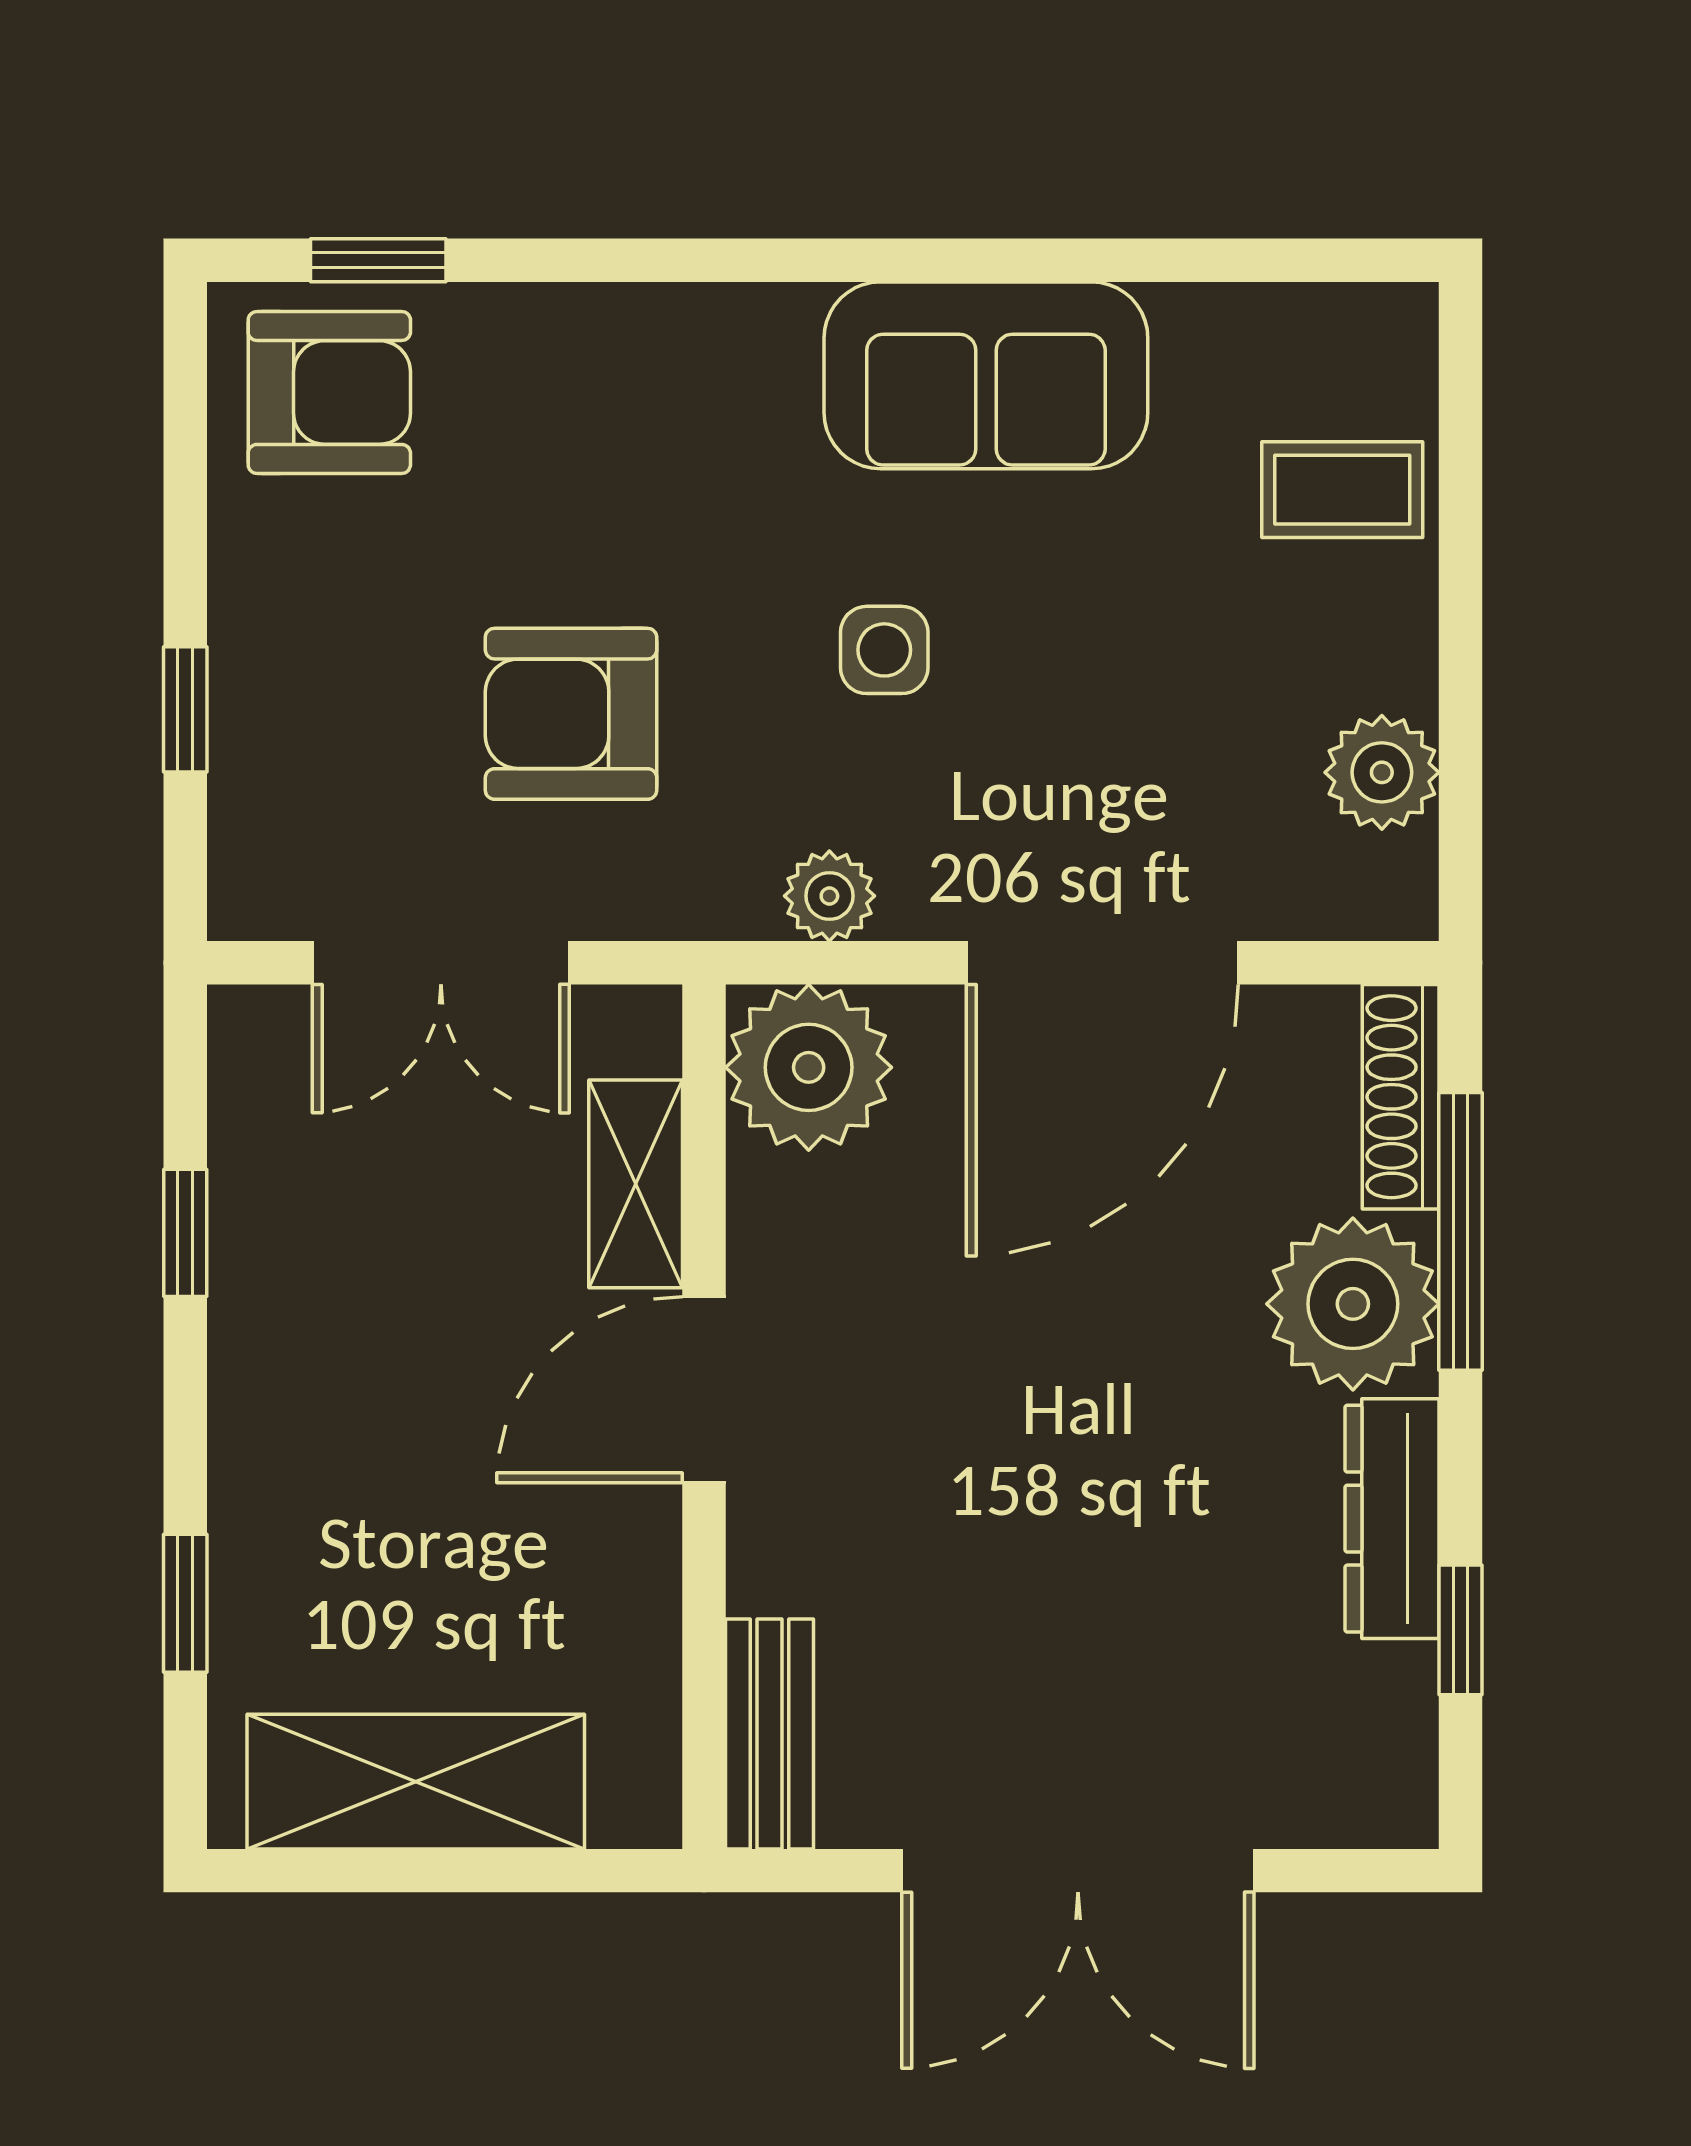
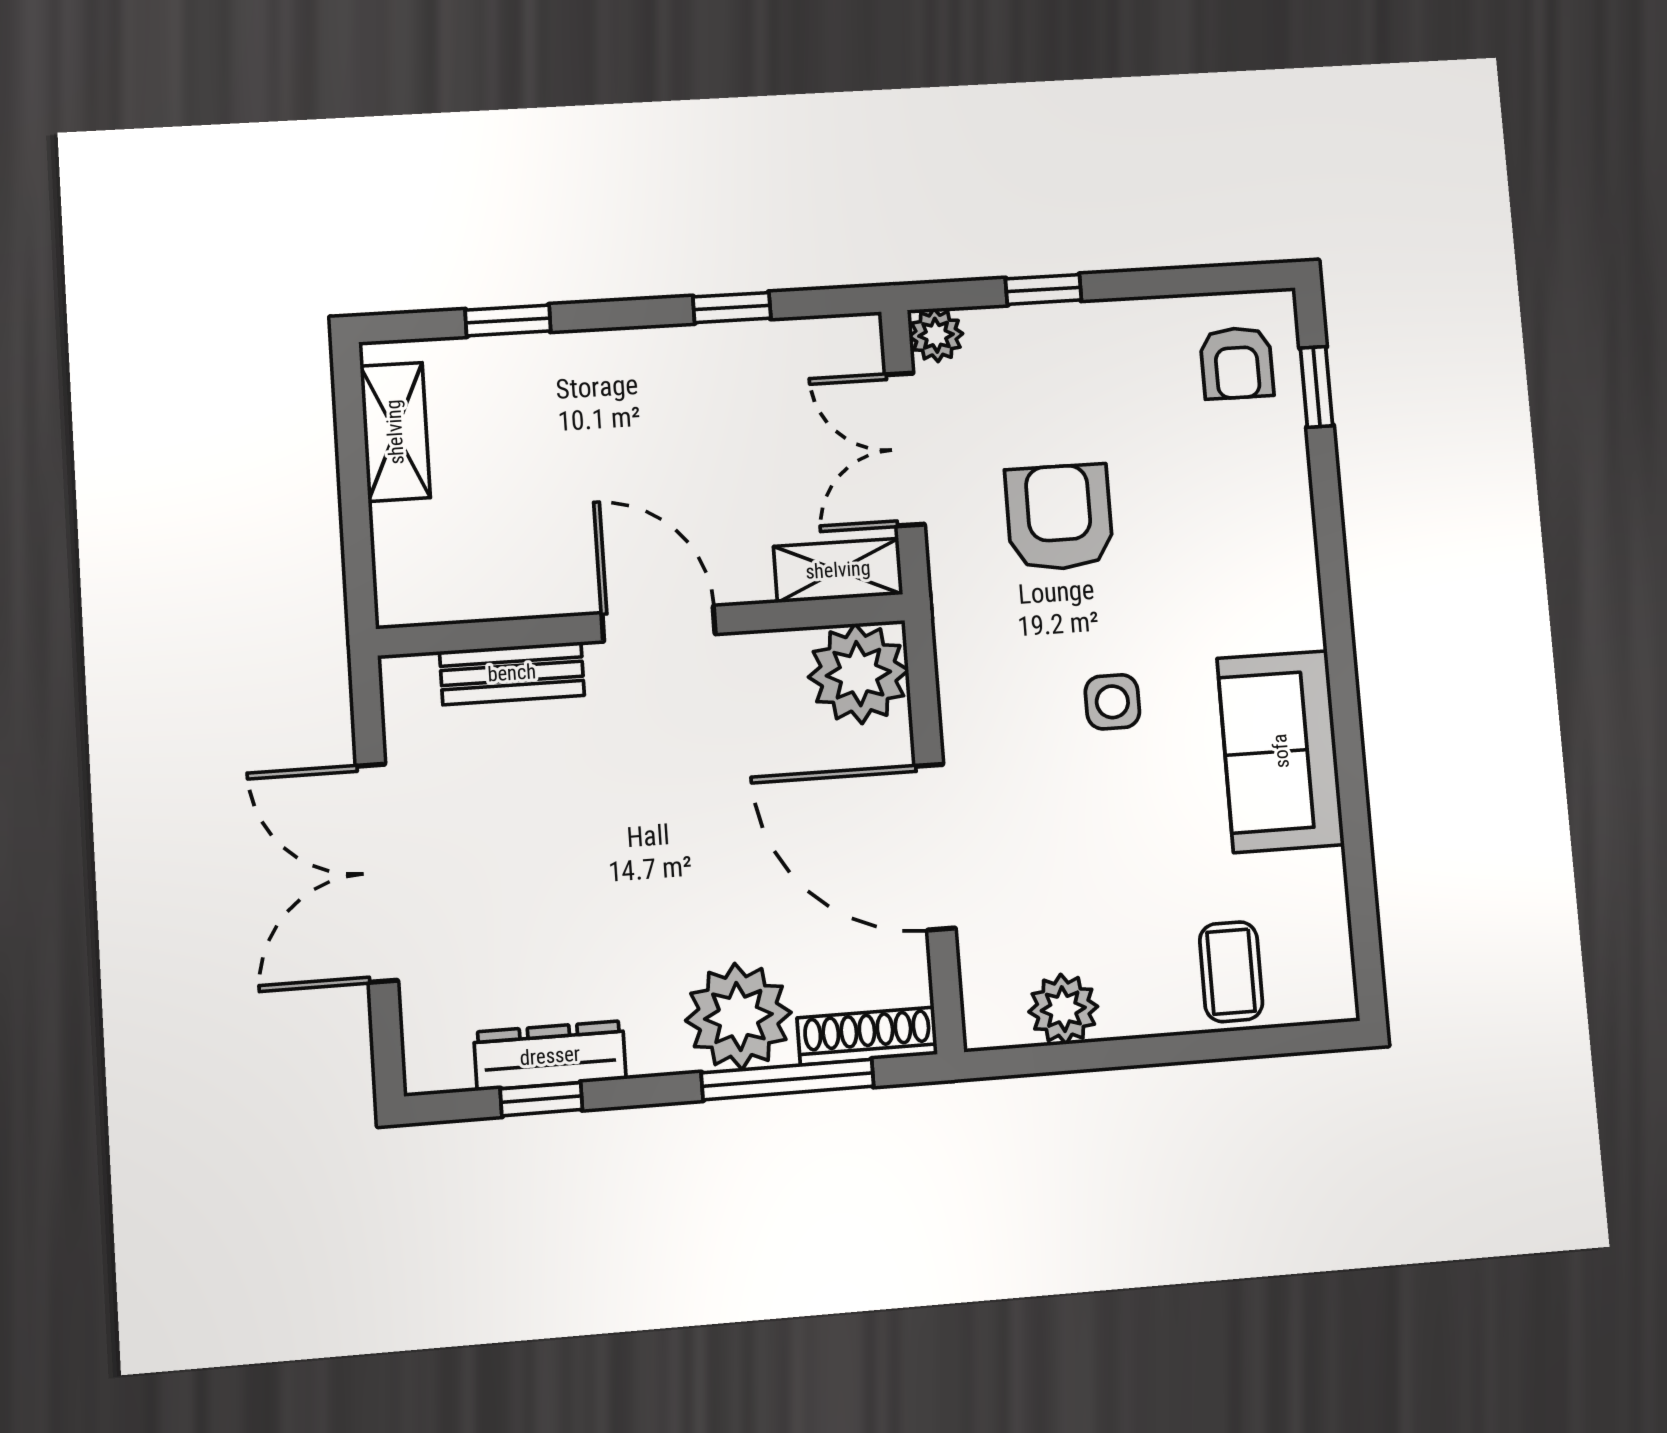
armchair: (329, 392) -> (1237, 363), width x0.72, depth x0.72
plant: (829, 896) -> (936, 335), moved
shelving: (636, 1184) -> (838, 570), moved
dresser: (1392, 1519) -> (550, 1056), moved
bench: (770, 1734) -> (512, 673), moved
shelving: (416, 1782) -> (395, 432), width x0.67, depth x0.75

